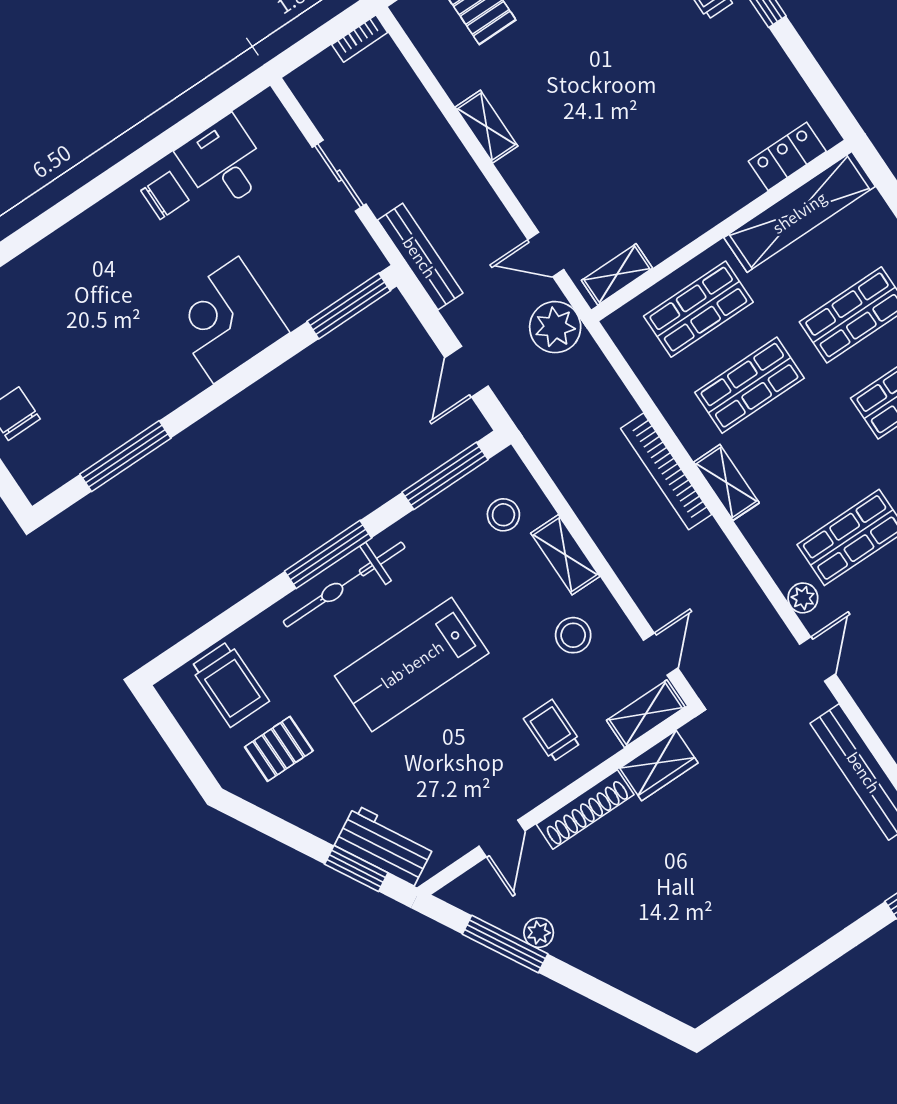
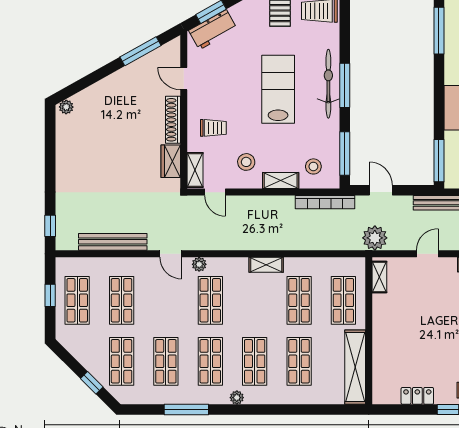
locker: (787, 156) -> (417, 396), moved, turned -90
door: (546, 254) -> (427, 254), moved
bookcase: (666, 471) -> (325, 202), moved, turned 180
plant: (539, 933) -> (66, 107), moved

